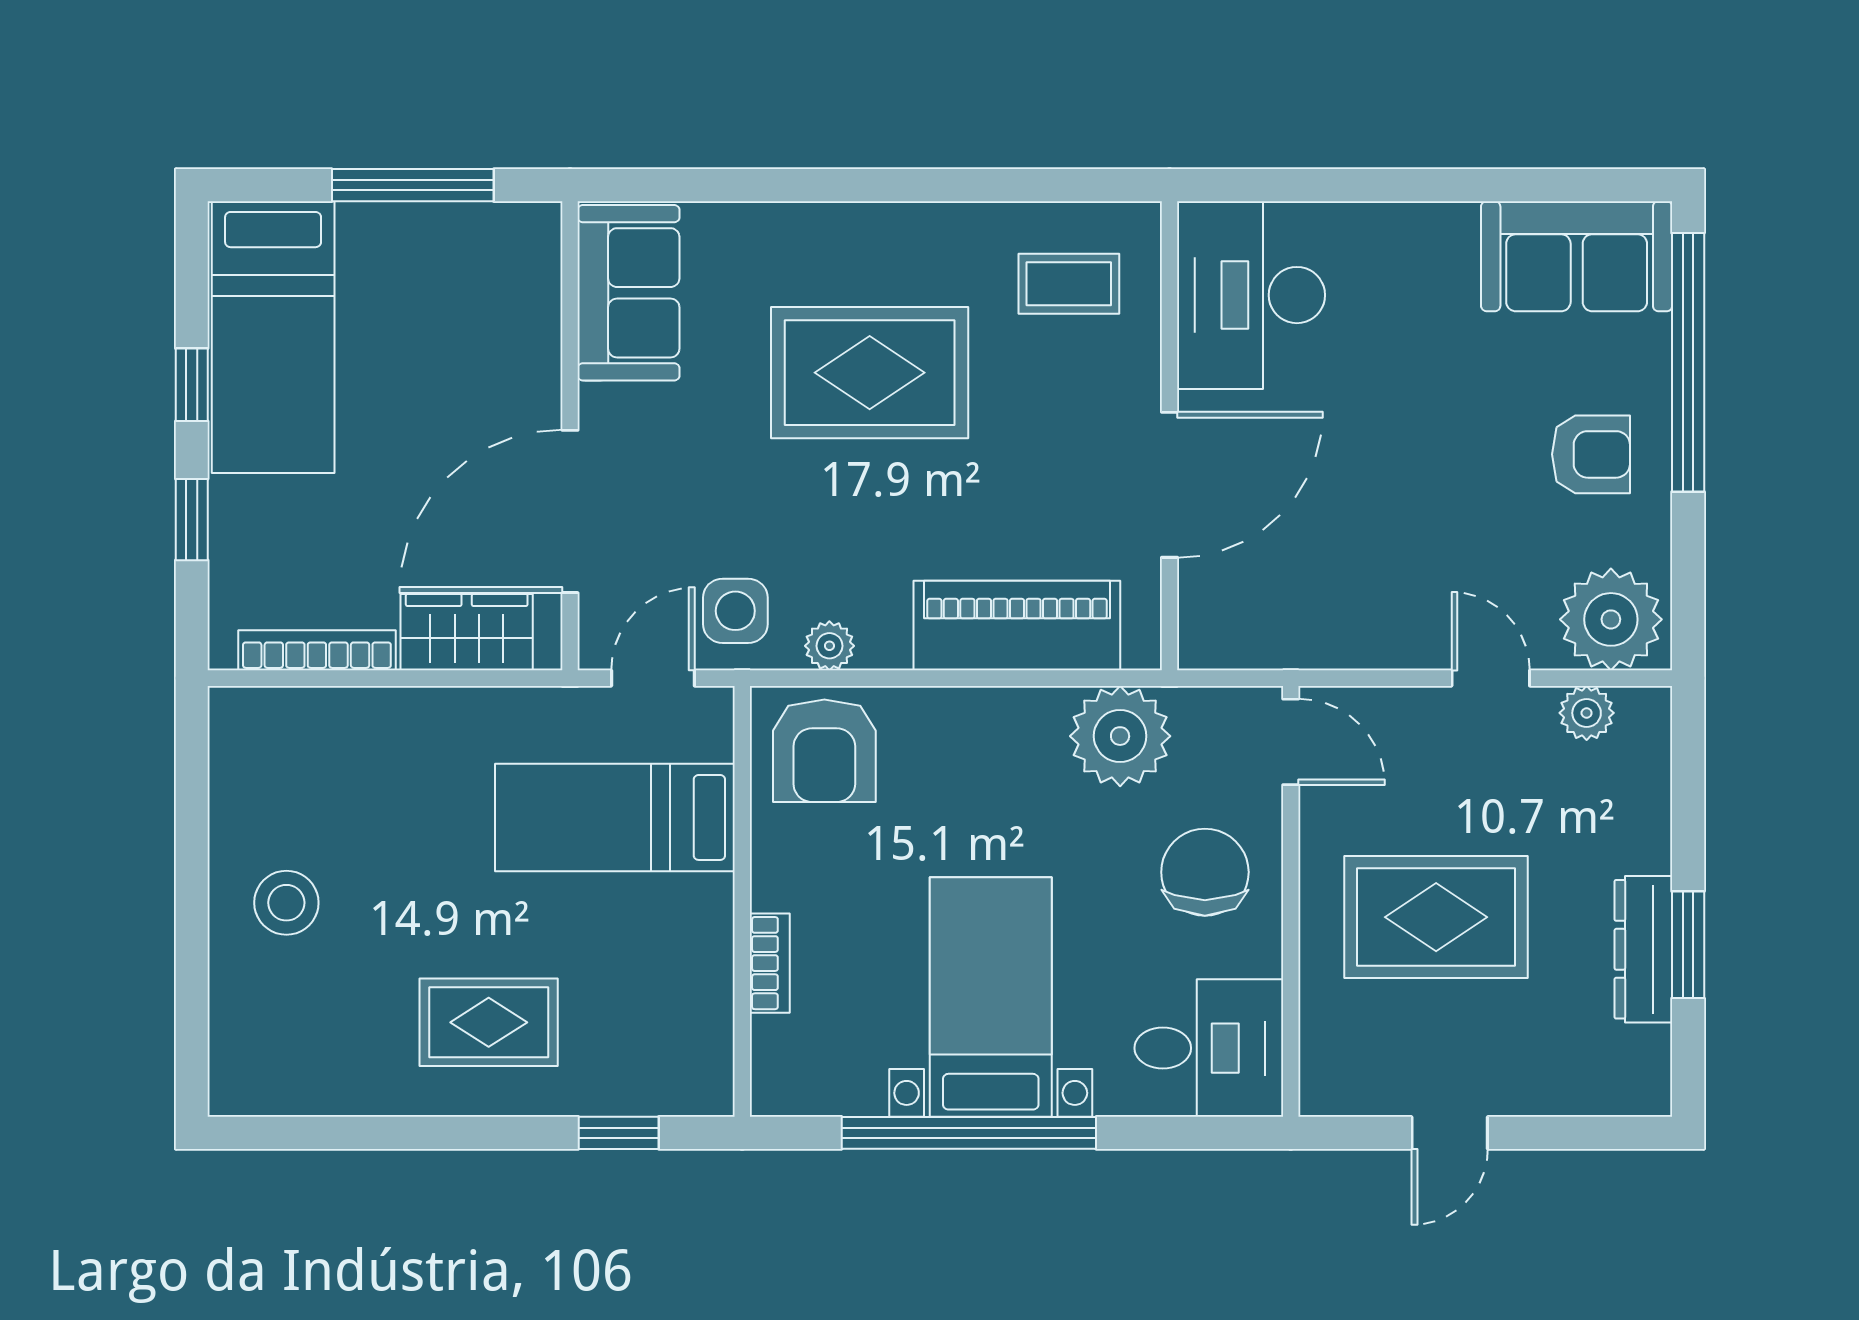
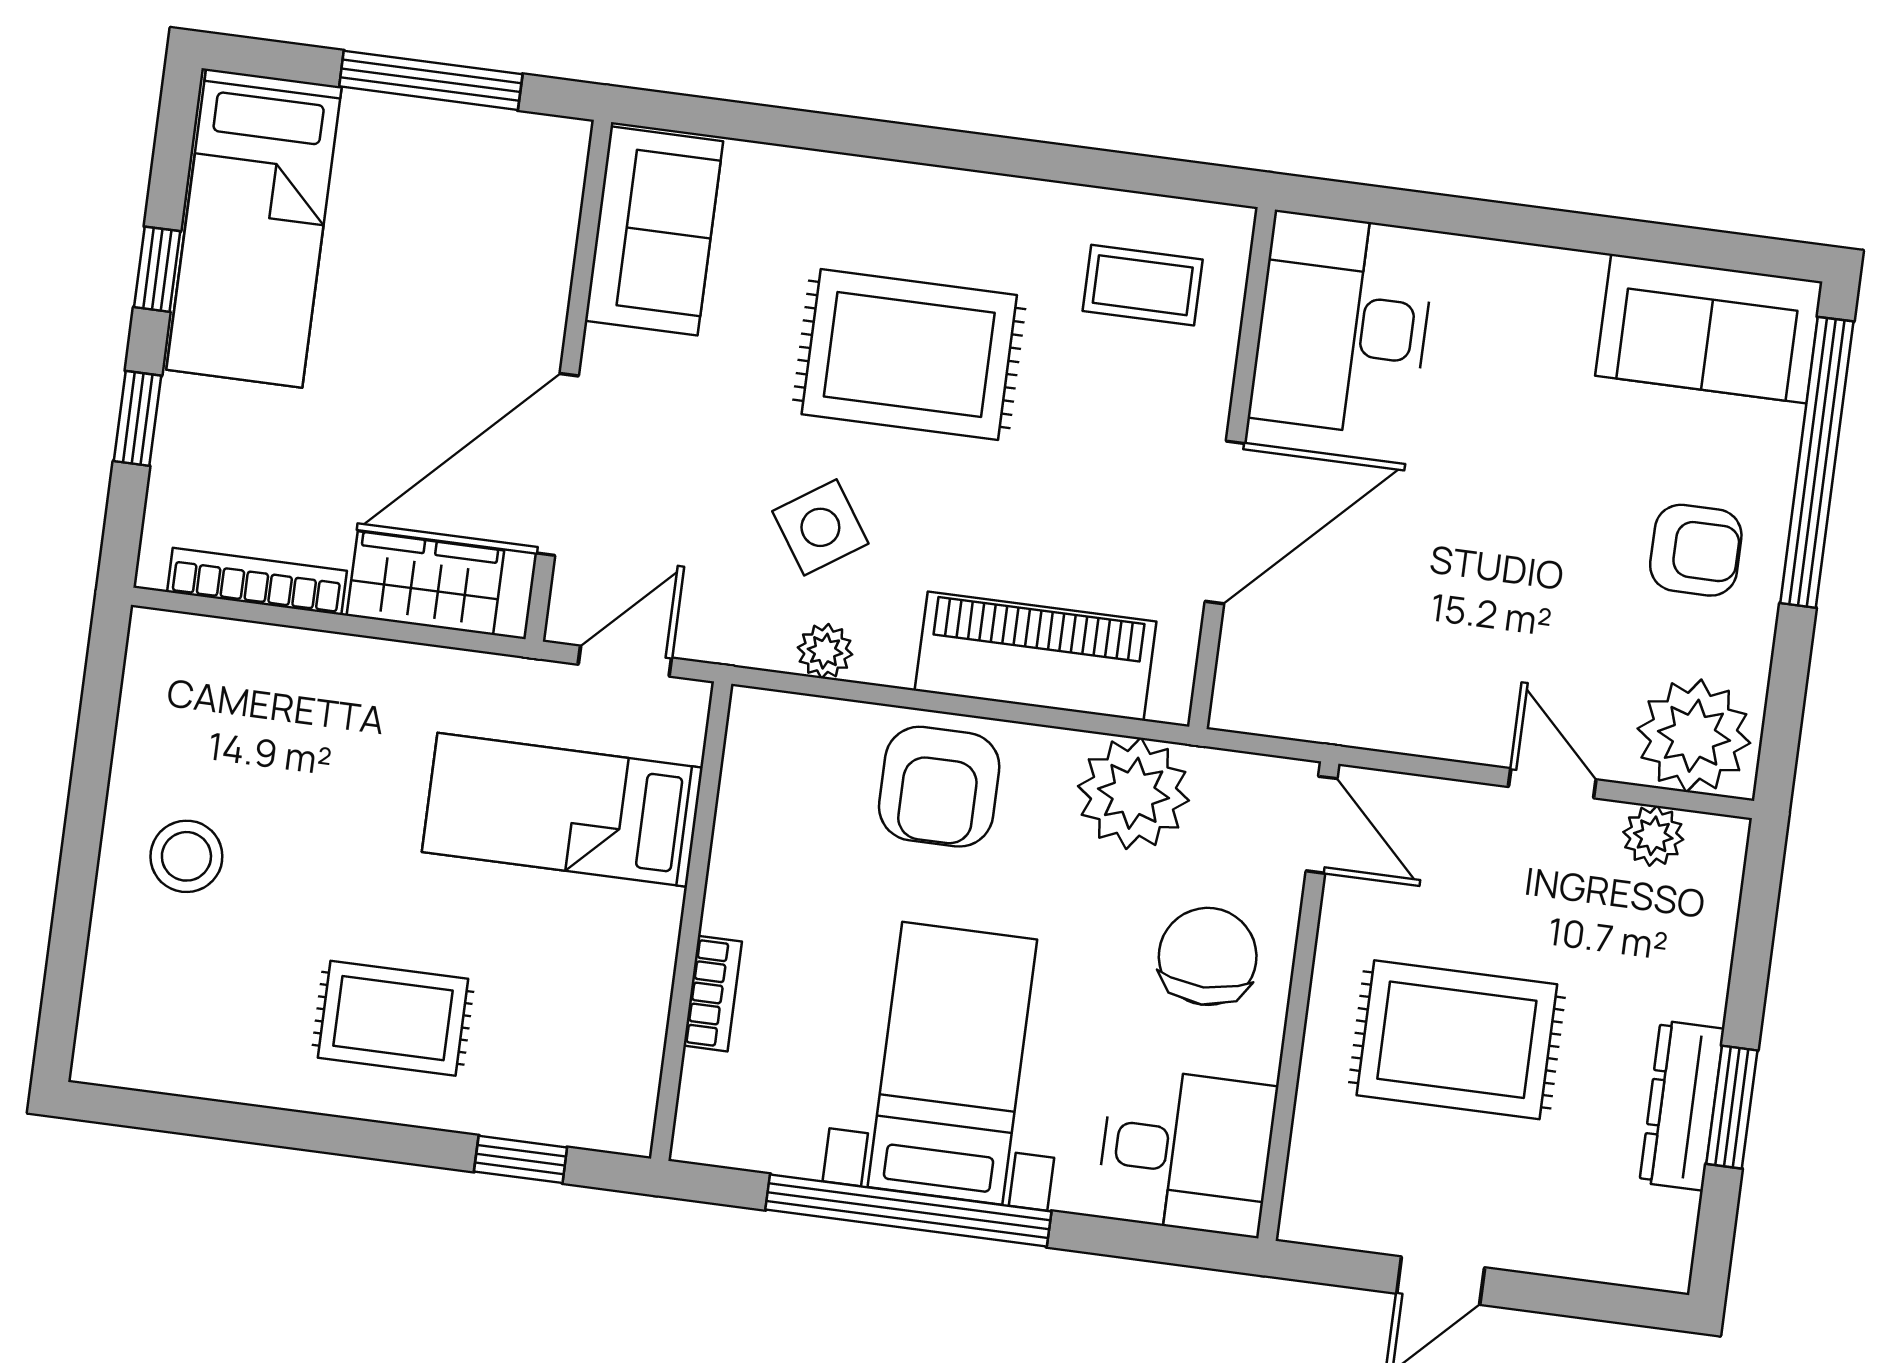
side table: (735, 611) -> (820, 527), moved, turned -34
armchair: (824, 751) -> (939, 787), moved

